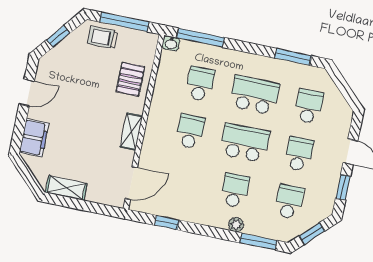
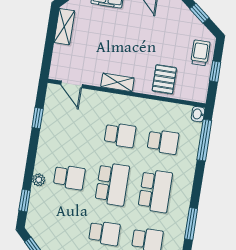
window: (124, 22) -> (215, 71), width x0.46
pallet: (130, 79) -> (164, 79), turned 90
door: (131, 183) -> (72, 84), width x0.73
school desk: (289, 202) -> (61, 226), removed
window: (258, 242) -> (25, 201), width x0.67

